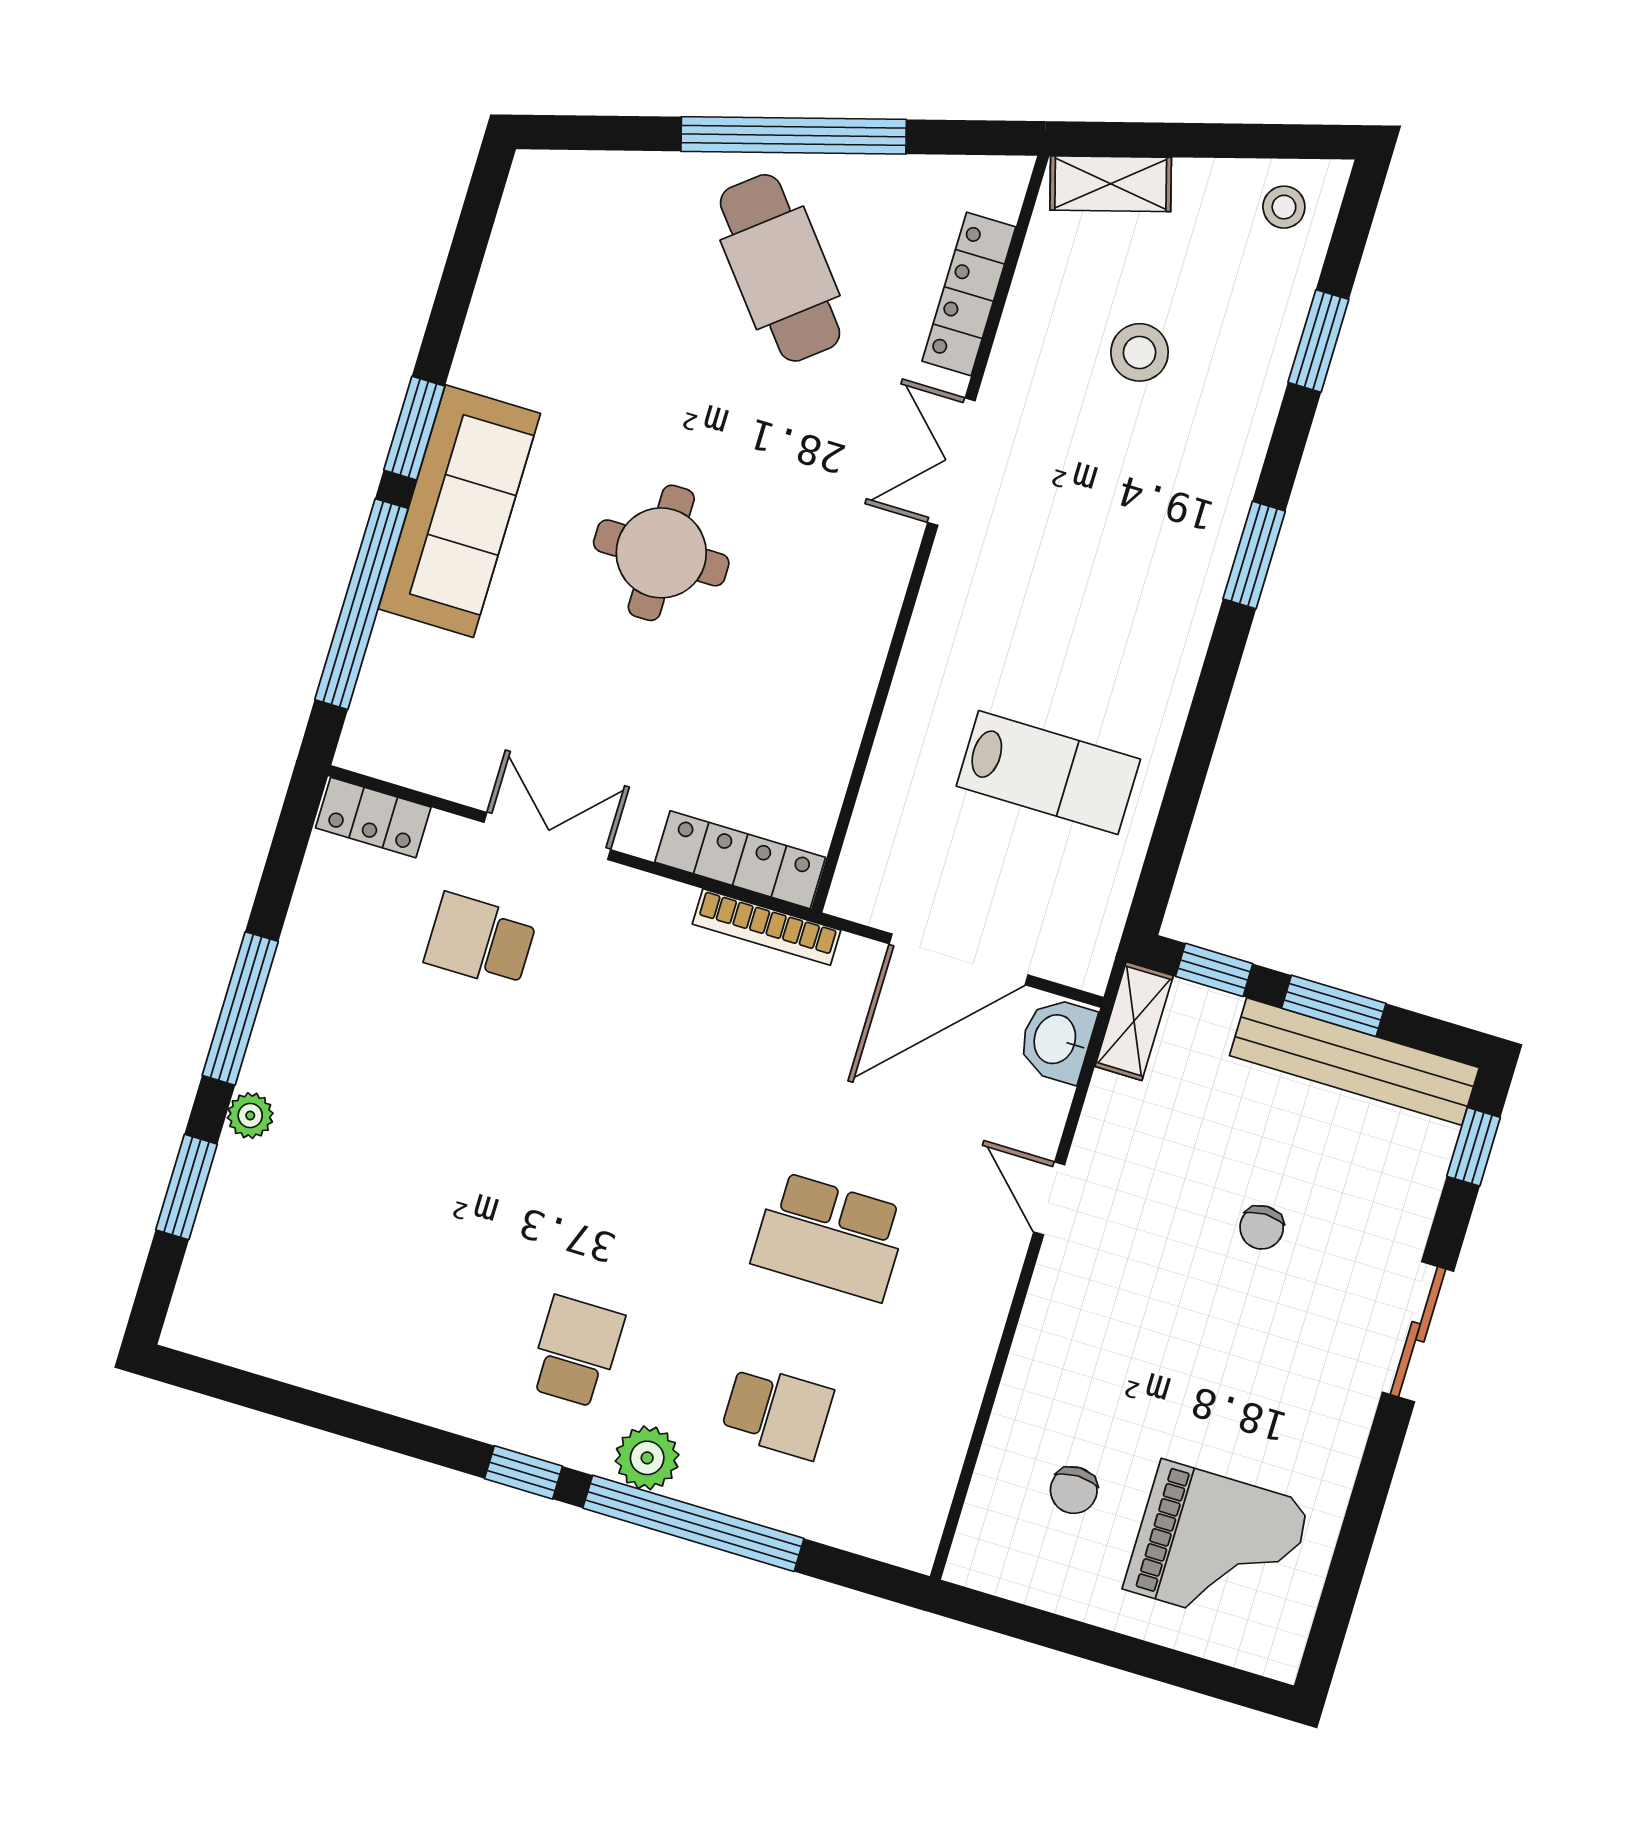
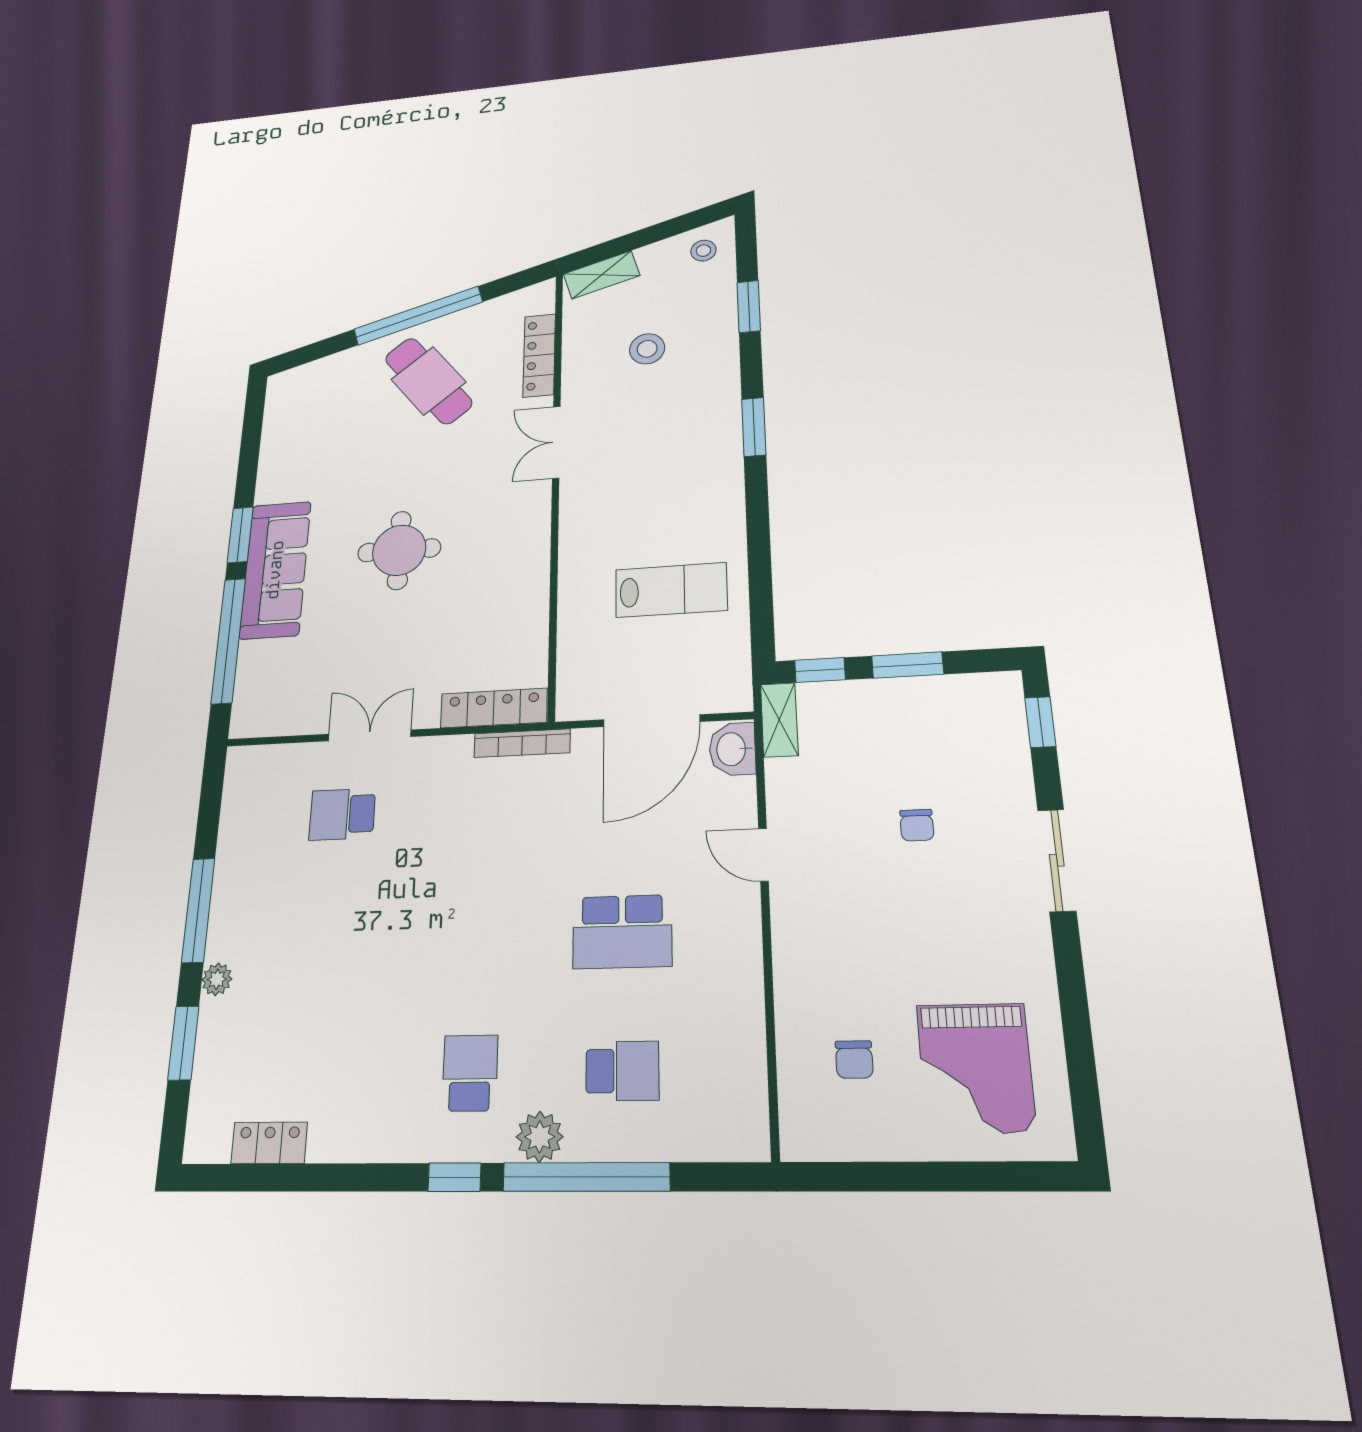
locker: (373, 817) -> (269, 1143), moved, turned 180
bench: (1354, 1062) -> (936, 695), removed
grand piano: (1217, 1546) -> (976, 1068), turned 90

